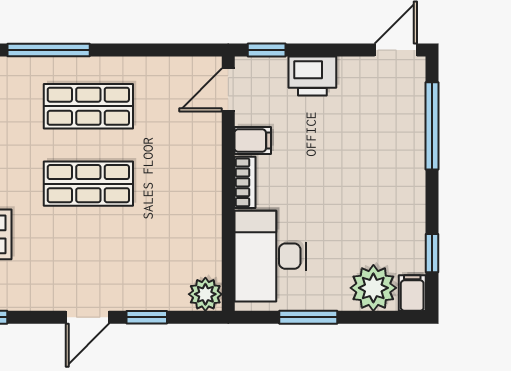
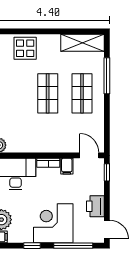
printer: (312, 76) -> (95, 206), moved
corner desk: (381, 171) -> (53, 223), added
window: (432, 253) -> (32, 246), moved

